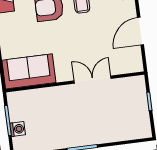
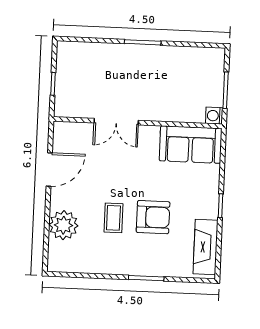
washing machine: (18, 129) -> (214, 116), moved

